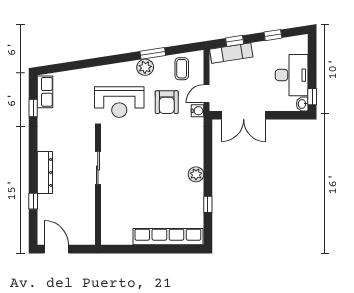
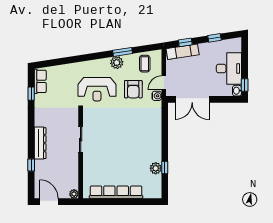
plant: (196, 174) -> (156, 168), moved
row of seats: (168, 237) -> (116, 192), moved
plant: (89, 239) -> (74, 194), added

